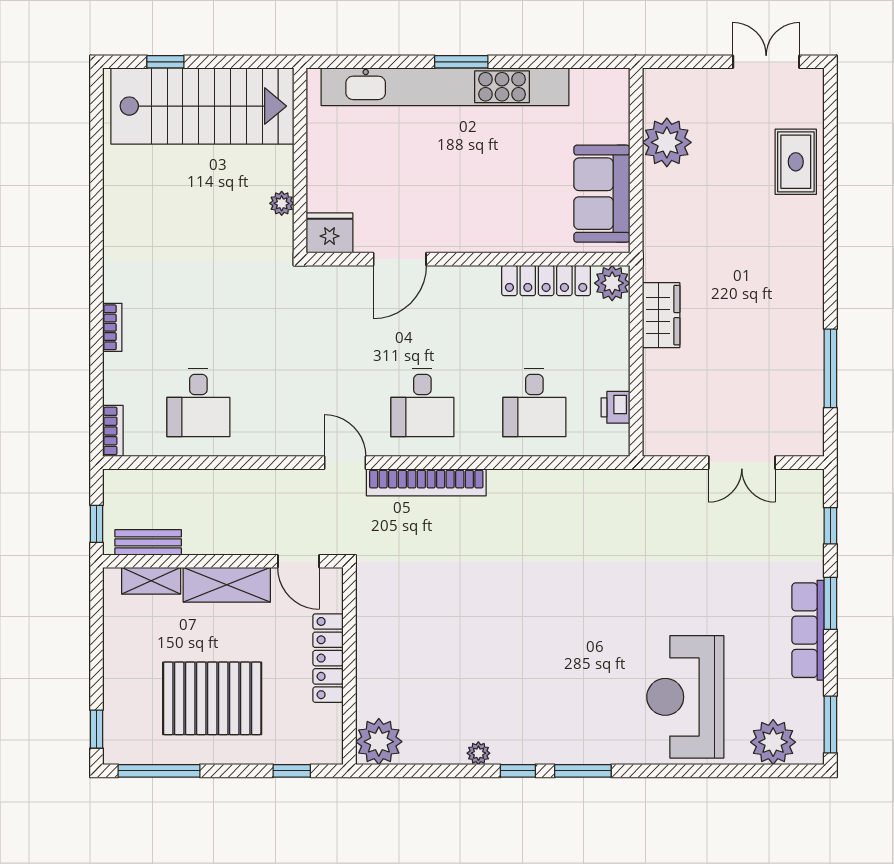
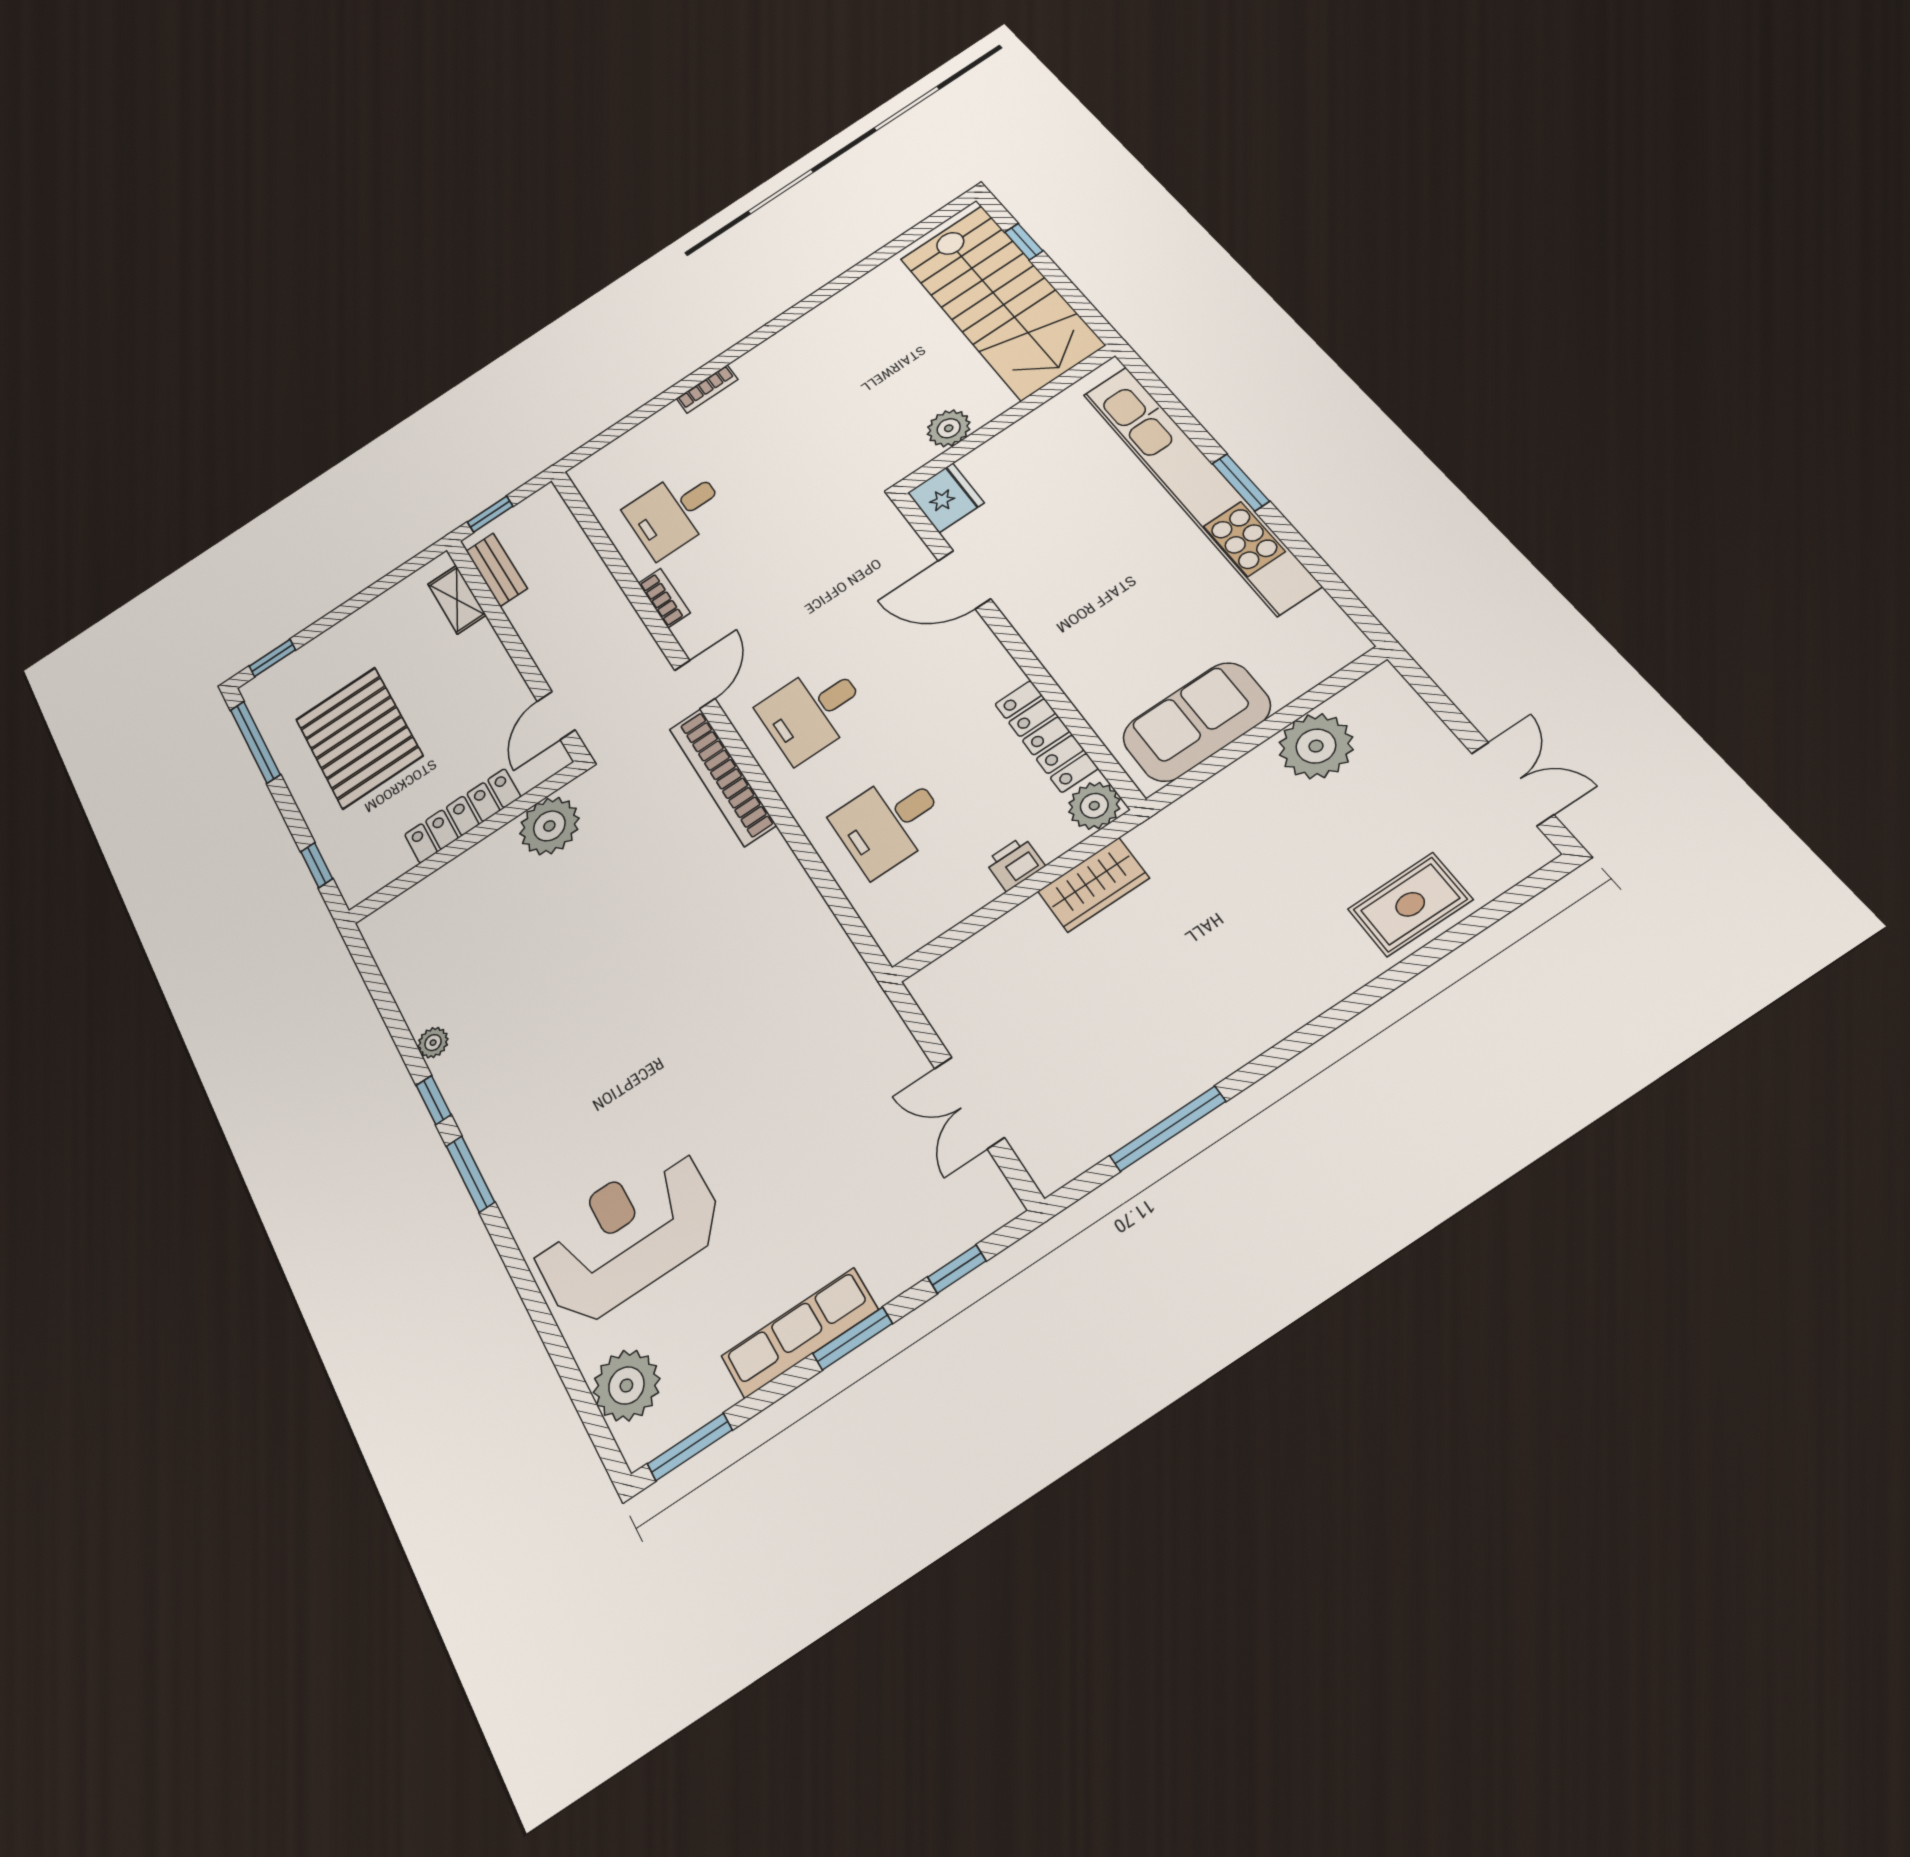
plant: (282, 203) -> (949, 428), width x1.38, depth x1.38
printer: (616, 407) -> (1015, 864), moved
bookcase: (113, 431) -> (664, 598), moved, turned -90
shelving: (227, 585) -> (491, 668), removed
plant: (379, 742) -> (549, 826), moved

